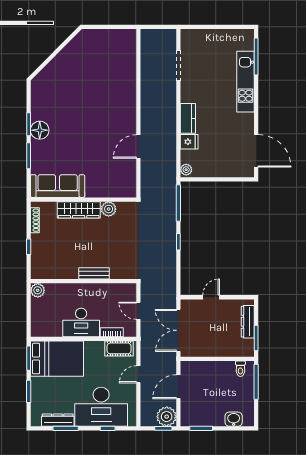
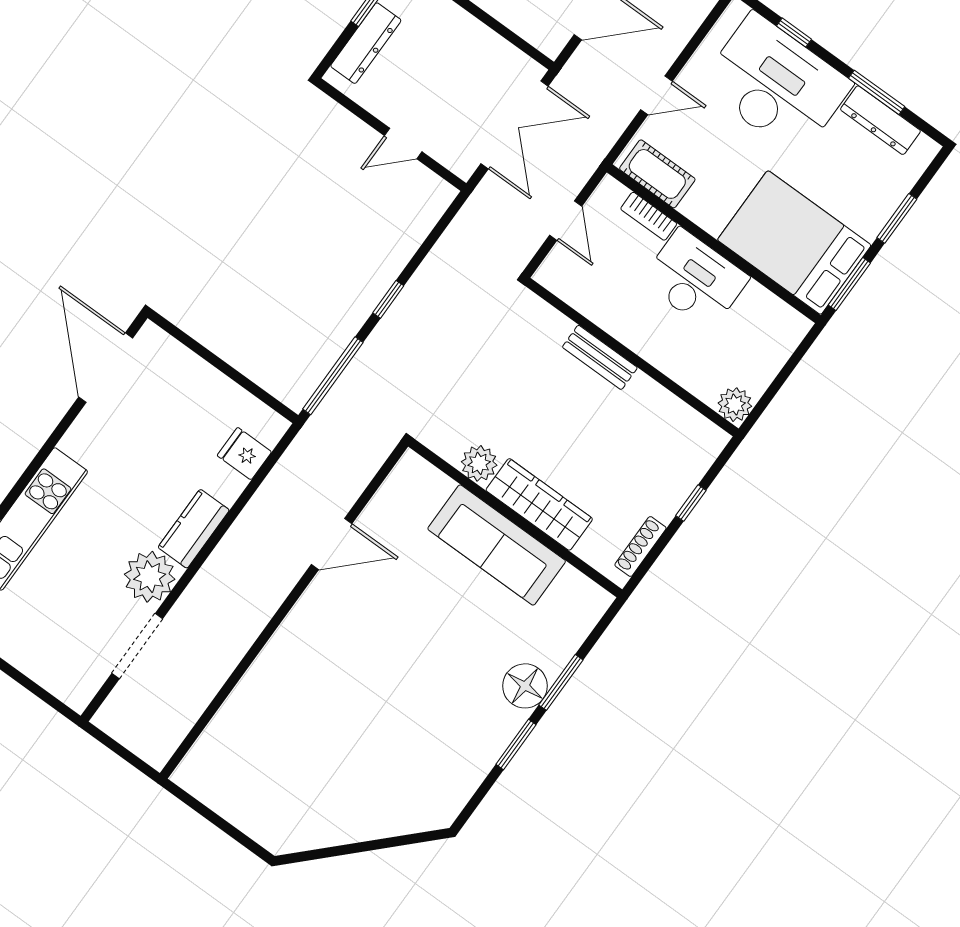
floor lamp: (40, 130) -> (525, 686), moved
fridge: (189, 142) -> (244, 454), moved
plant: (186, 170) -> (150, 577), moved, width x1.88, depth x1.88
sofa: (58, 186) -> (497, 545), moved

